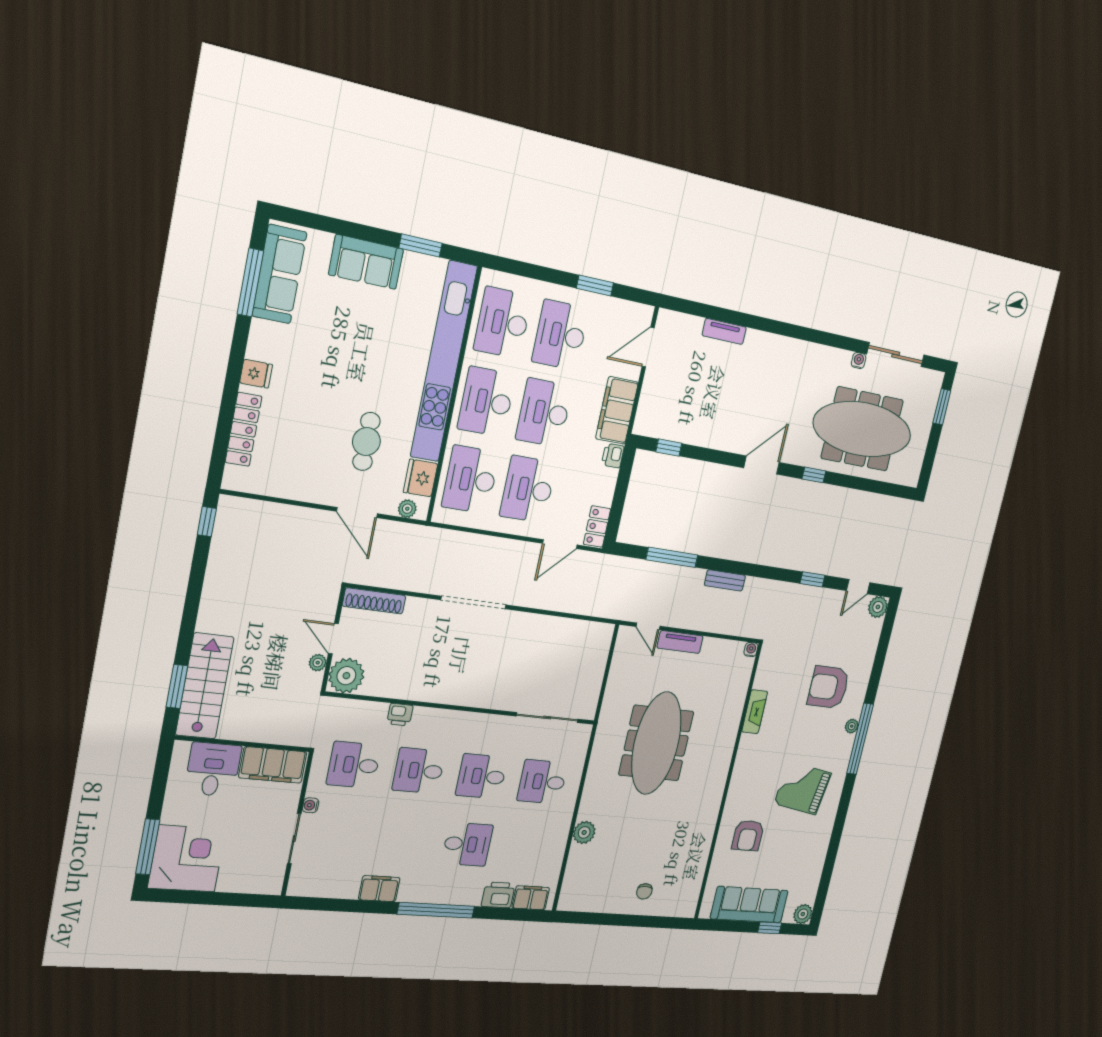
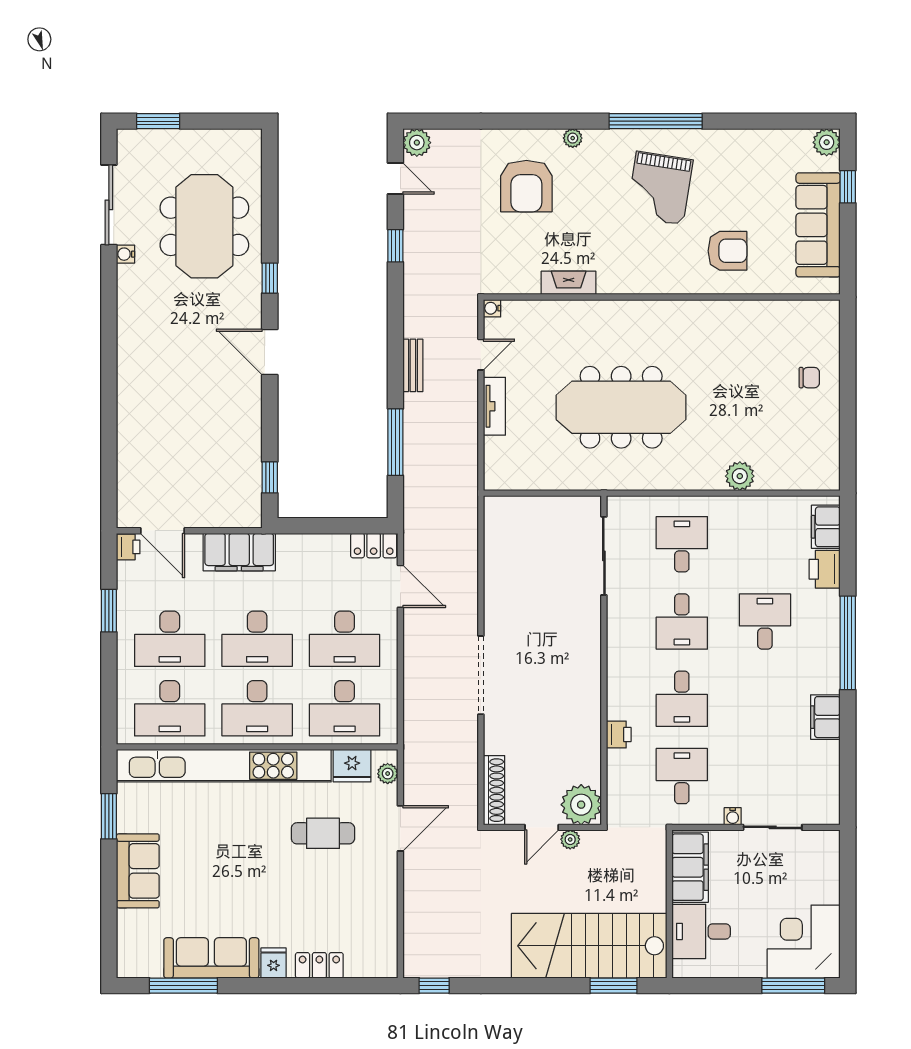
sofa: (279, 274) -> (211, 958), moved
tv unit: (724, 331) -> (127, 440), removed
locker: (244, 429) -> (319, 965), width x0.66
meeting table: (862, 429) -> (204, 226), width x0.73
printer: (613, 456) -> (128, 547), moved, turned -90
door: (648, 626) -> (481, 355), moved
stairs: (205, 686) -> (589, 946), width x1.36, depth x1.51
window: (860, 739) -> (656, 121), moved
desk: (354, 765) -> (682, 776), turned 180
desk: (542, 782) -> (682, 544), turned 180

